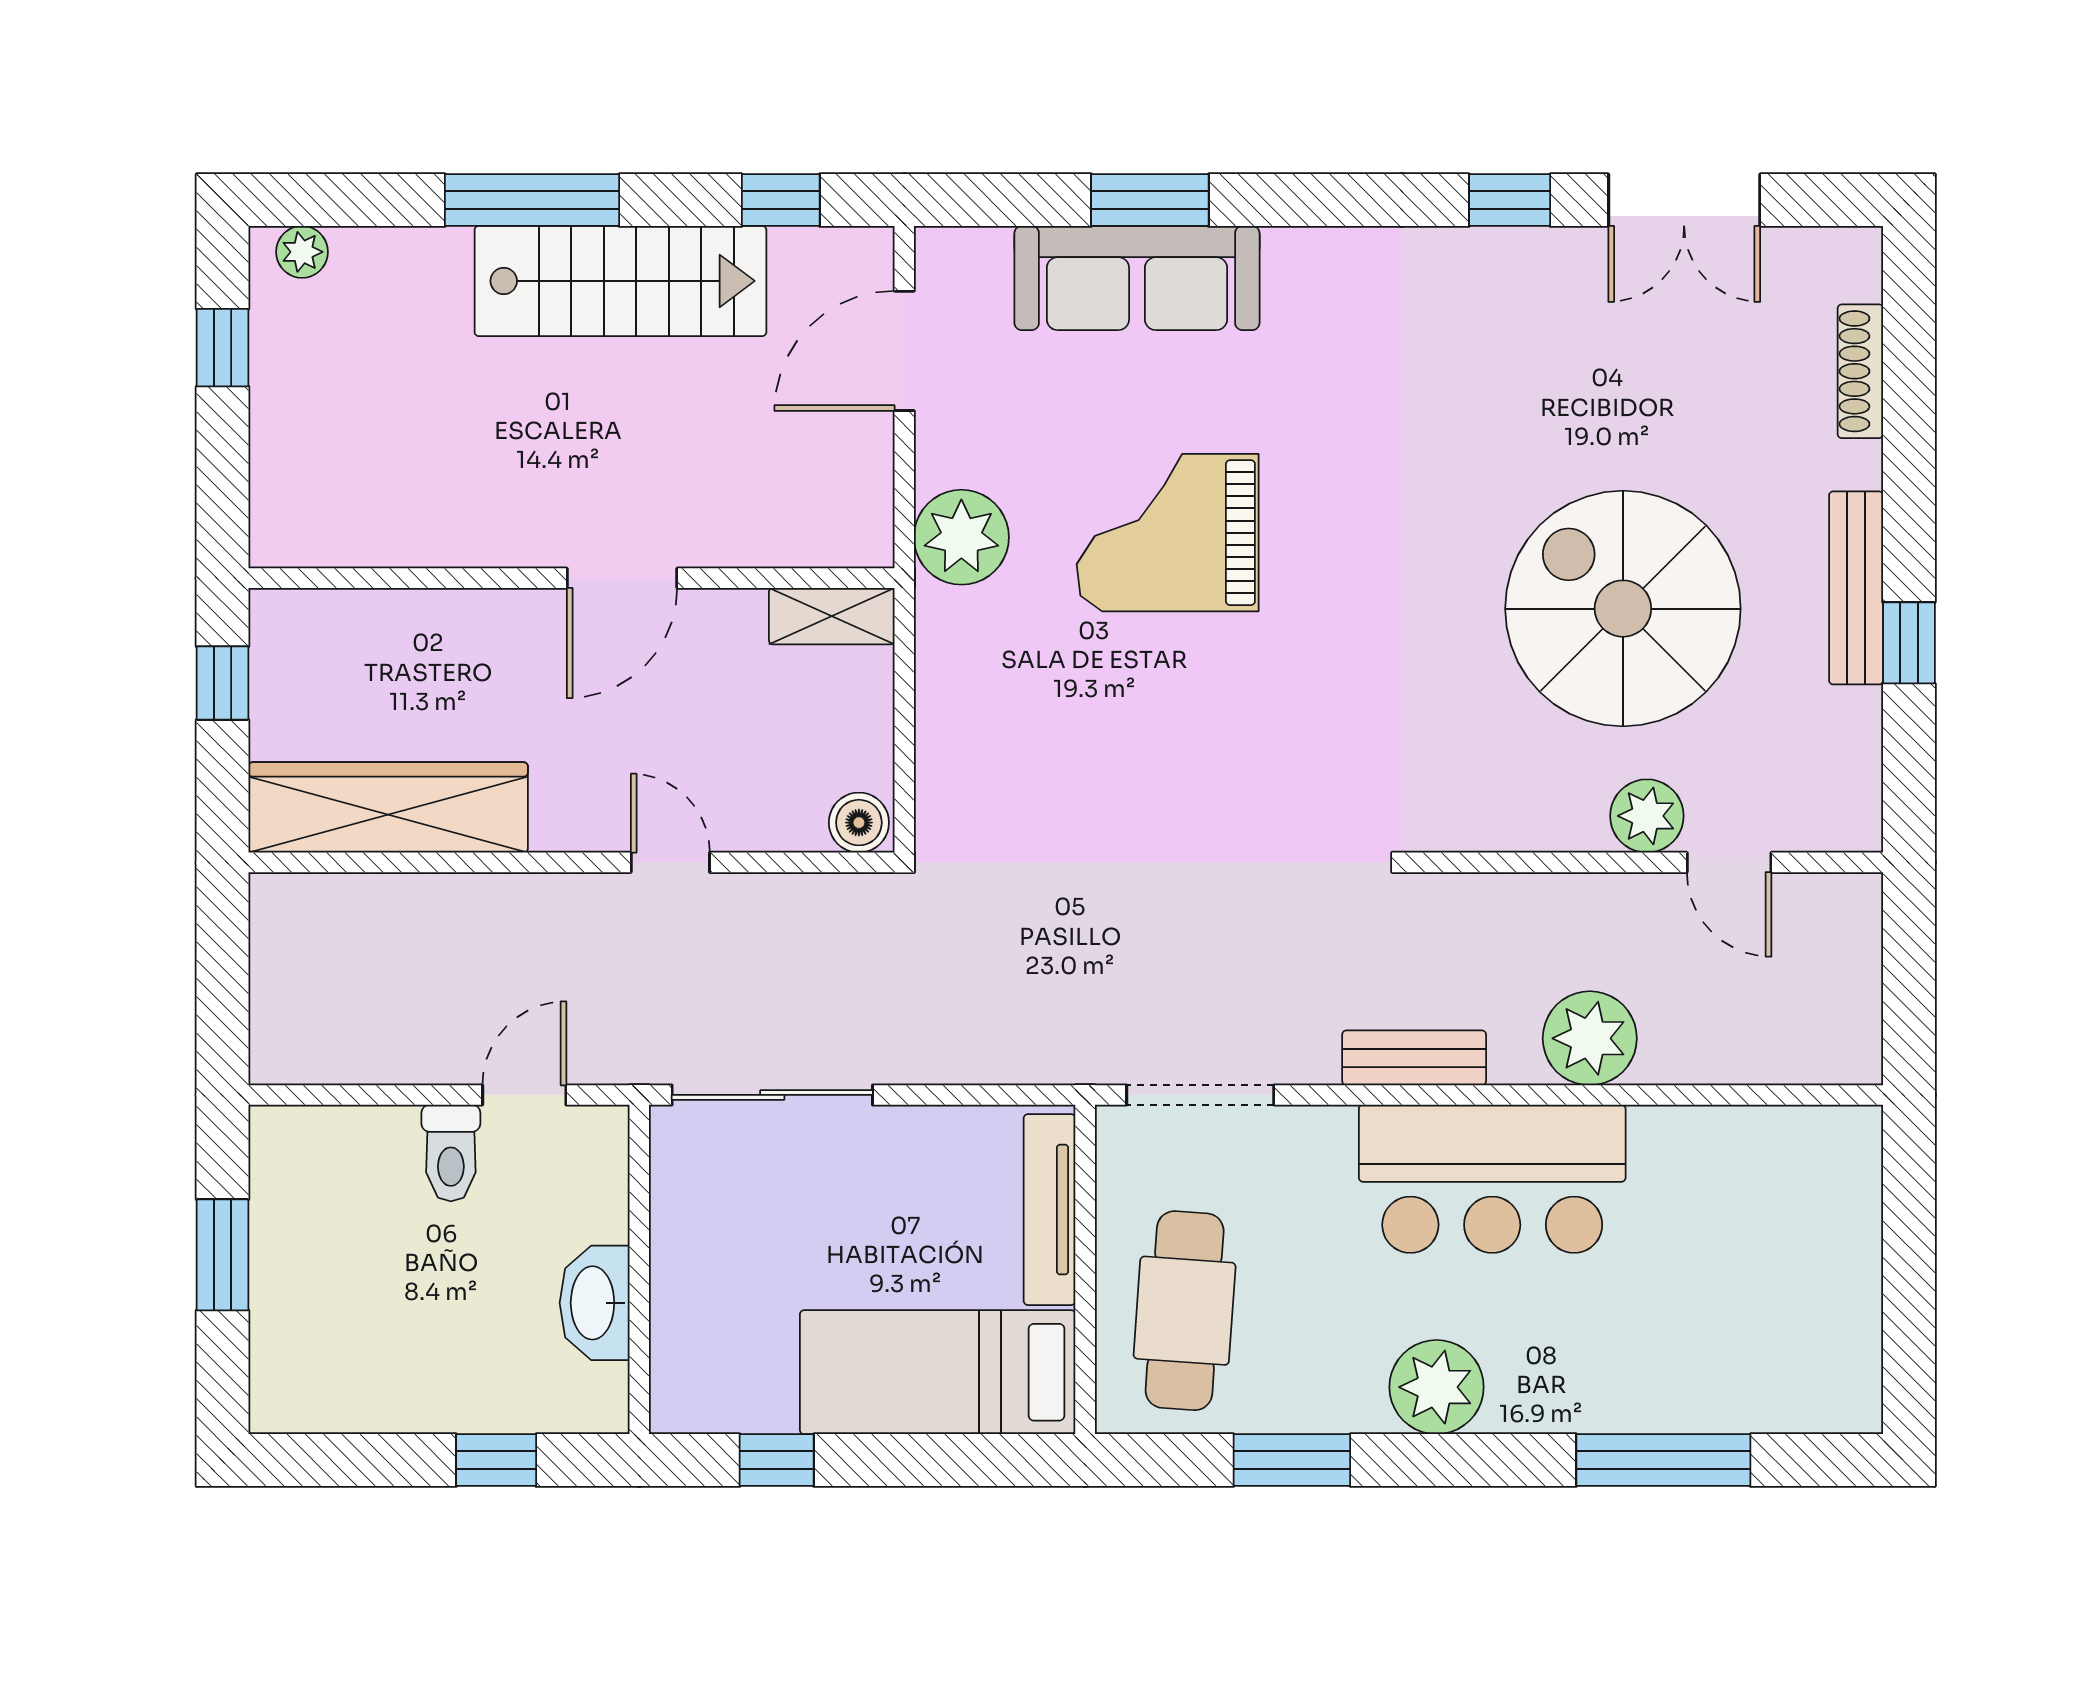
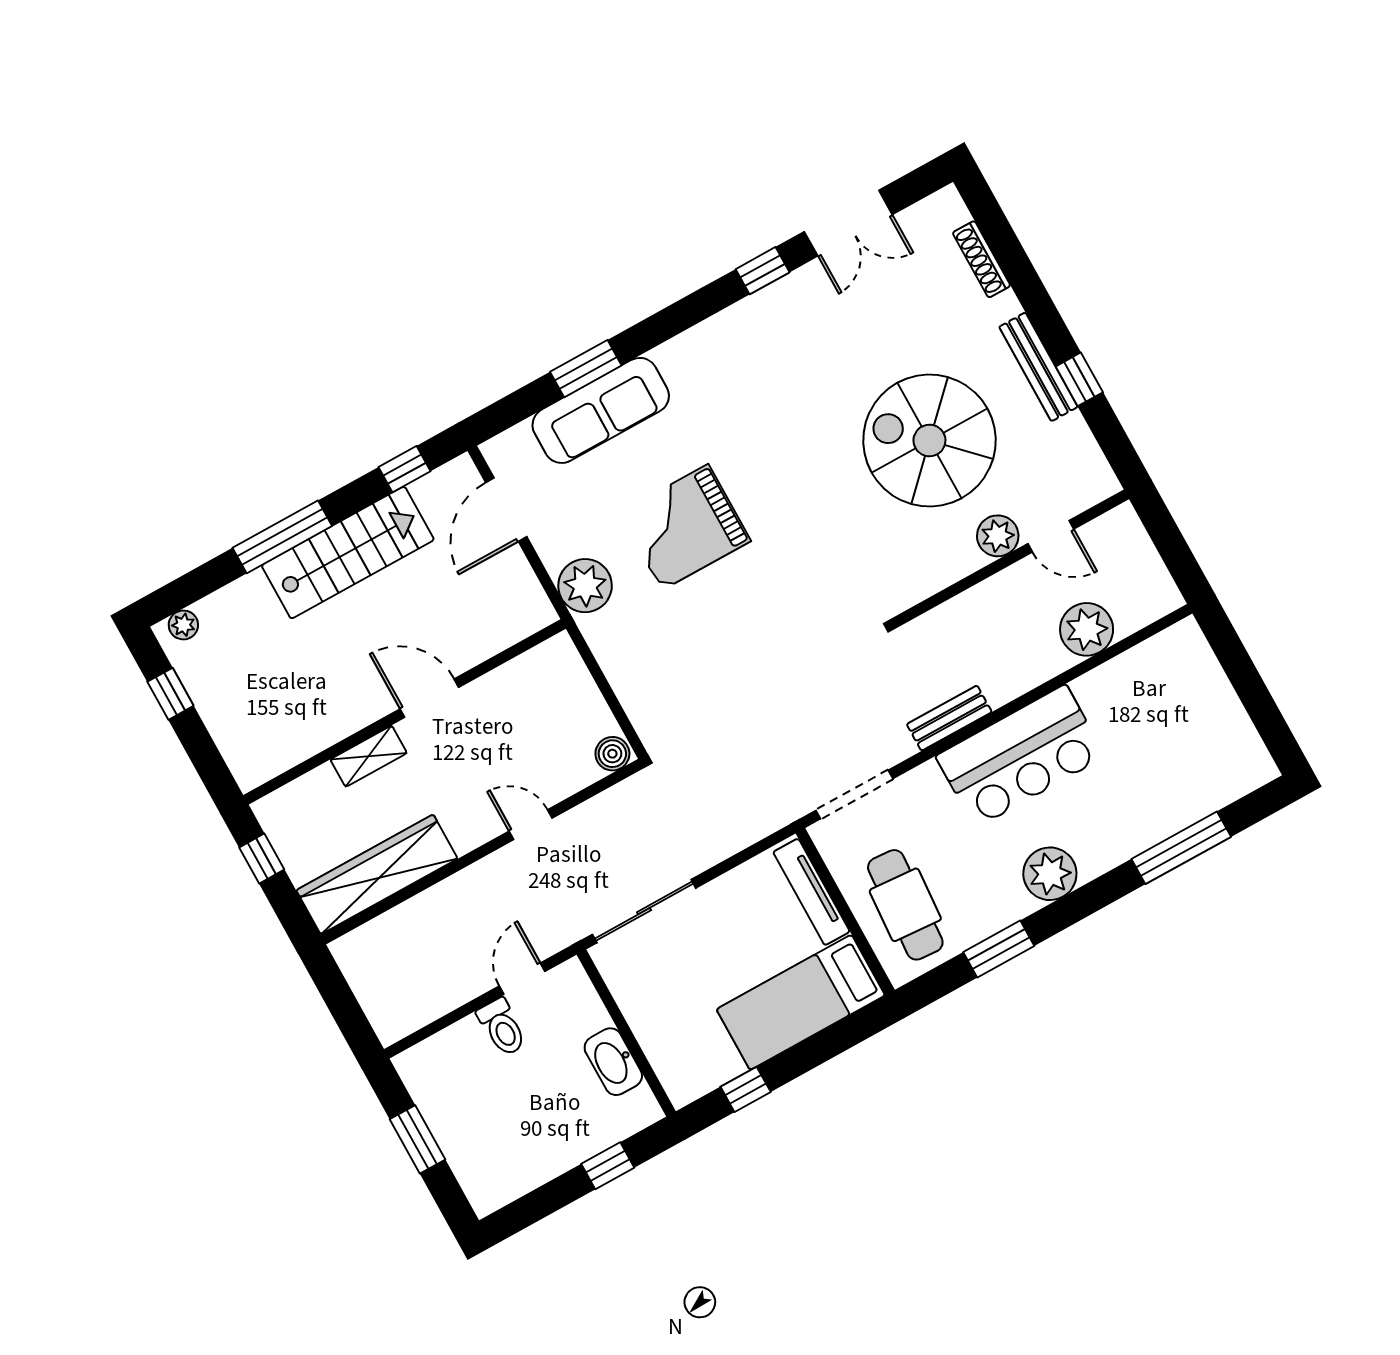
door: (622, 578) -> (429, 698), swing flipped
shelving: (832, 616) -> (369, 756), moved
plant: (1590, 1038) -> (1087, 629), moved

